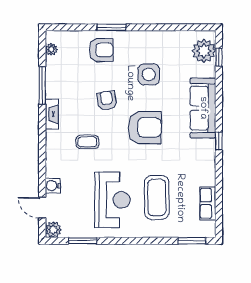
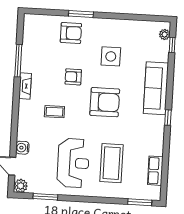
plant: (51, 49) -> (28, 30), removed
plant: (204, 51) -> (165, 34), width x0.53, depth x0.53
armchair: (107, 100) -> (73, 77), turned -81

